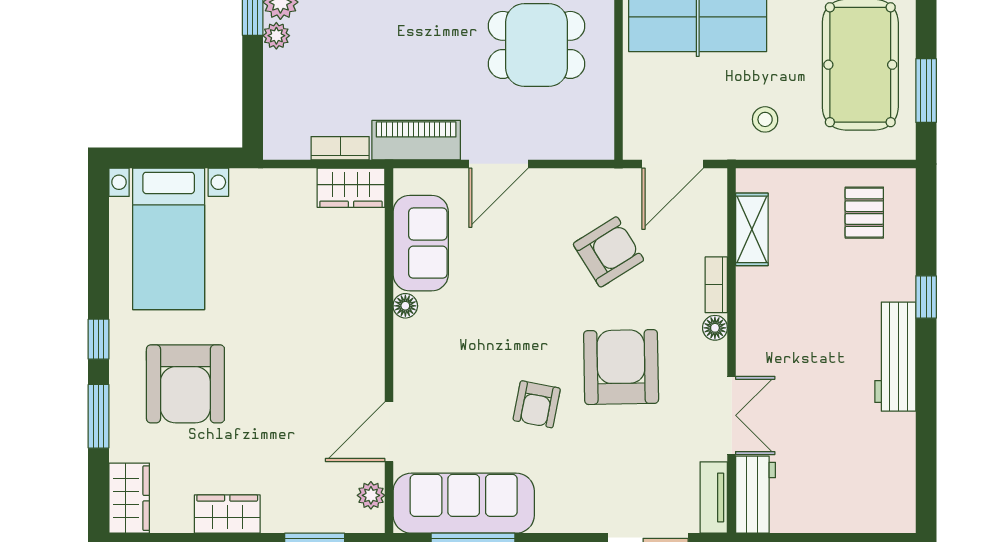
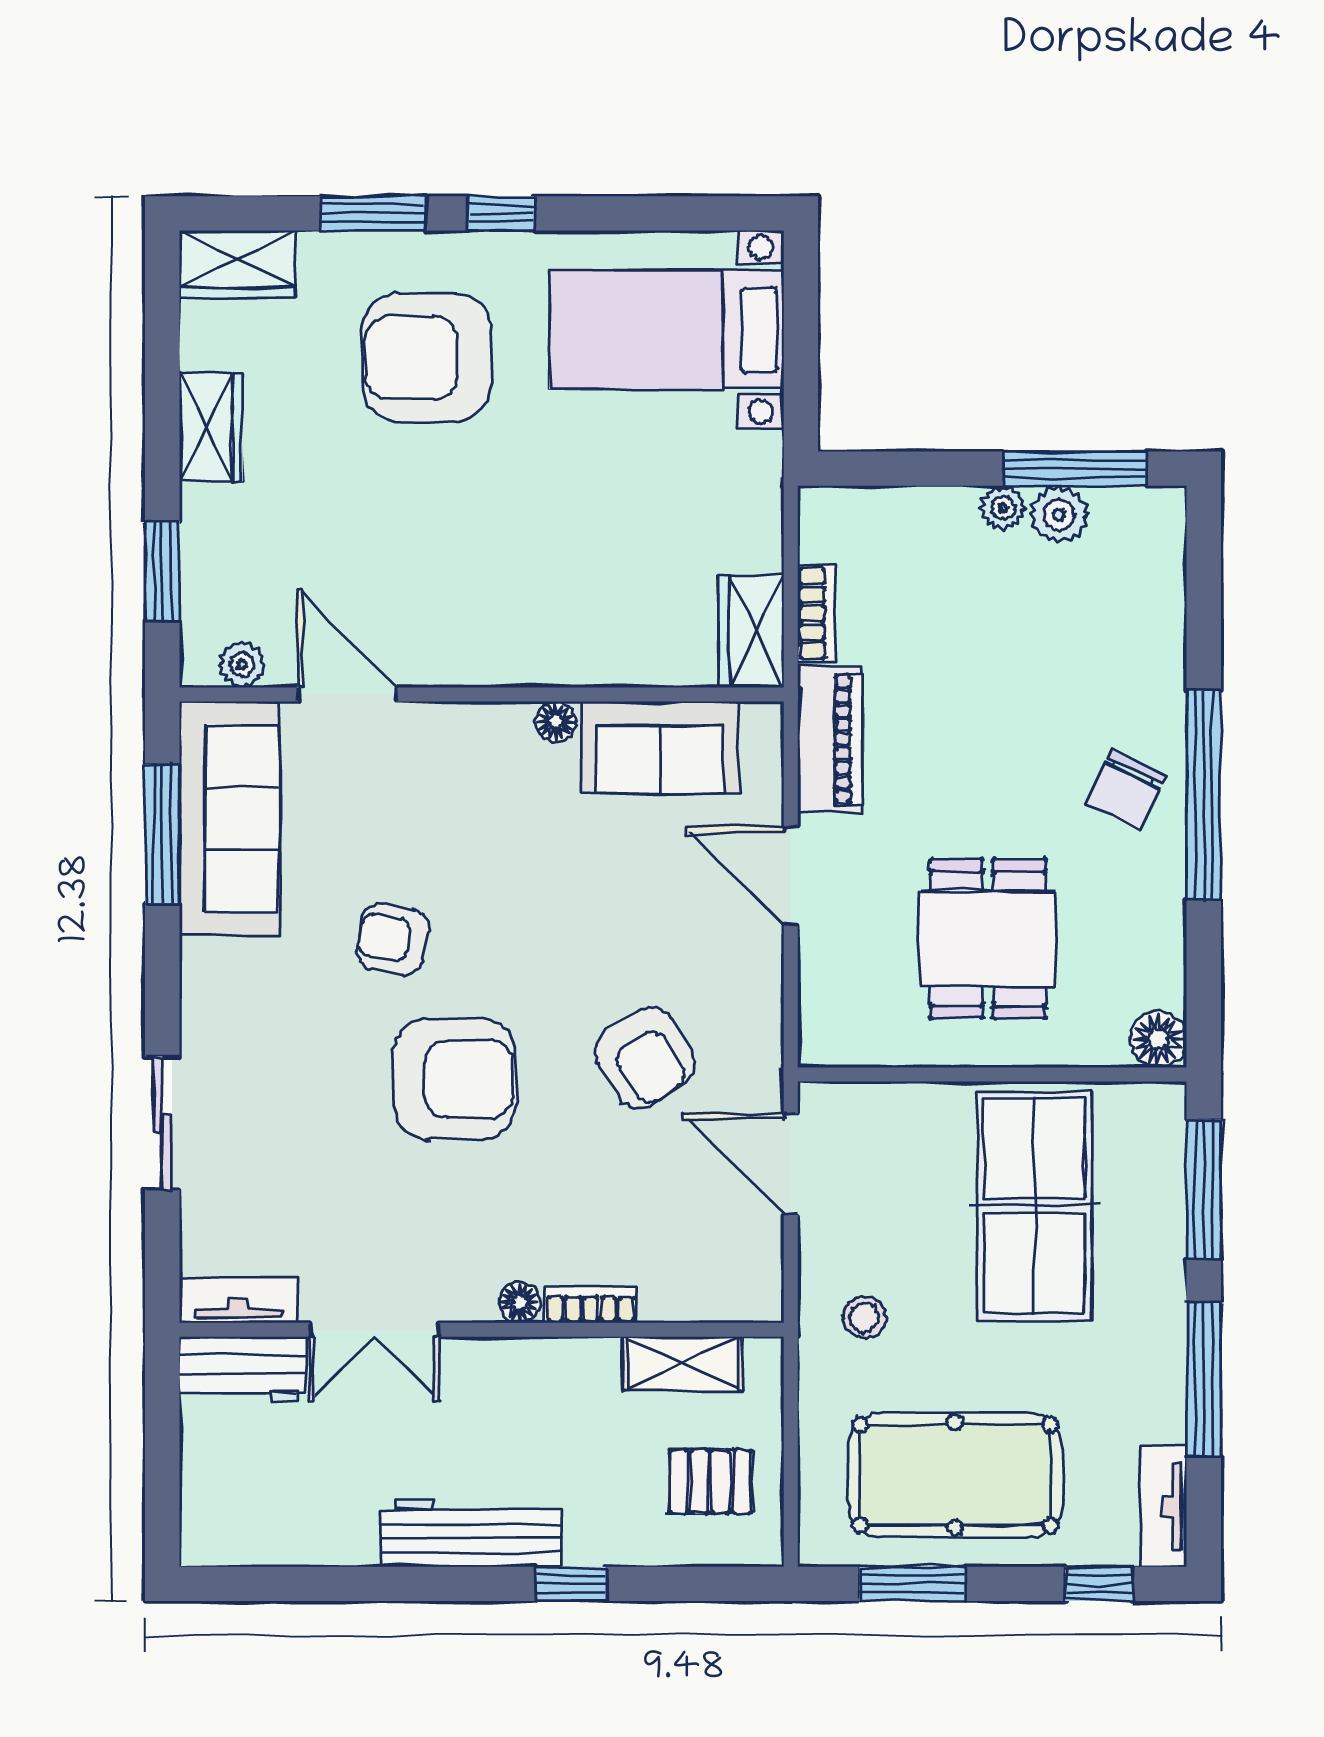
shelving: (752, 229) -> (682, 1364), moved
bookcase: (716, 285) -> (591, 1305), moved
floor lamp: (715, 328) -> (519, 1302), moved
wall: (732, 351) -> (482, 1330), moved
double door: (732, 415) -> (374, 1330), moved
workbench: (756, 495) -> (243, 1370), moved
tv unit: (714, 497) -> (238, 1300), moved

